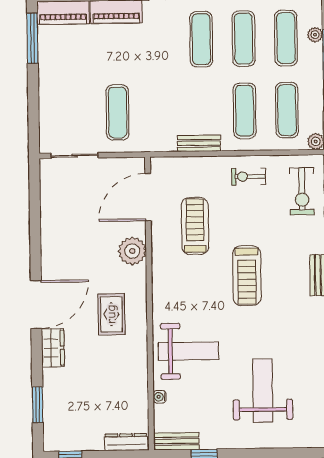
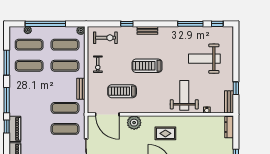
exercise mat: (201, 39) -> (65, 108), moved
treadmill: (247, 276) -> (147, 66), turned 180

